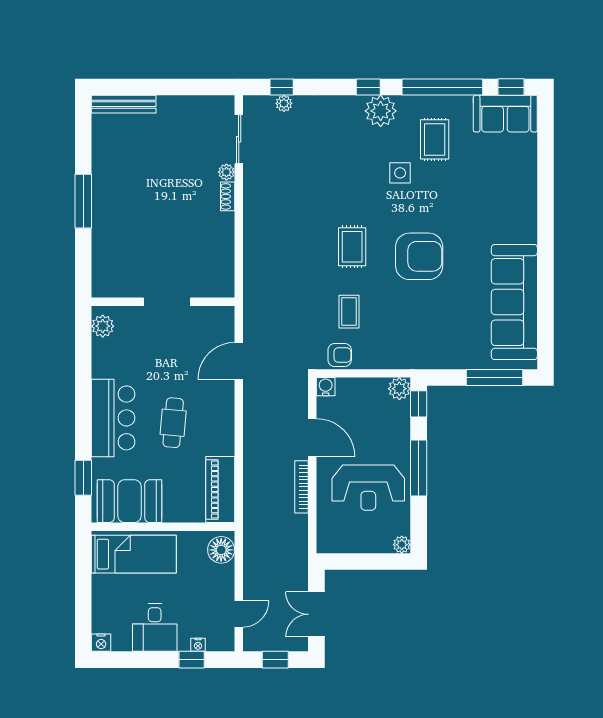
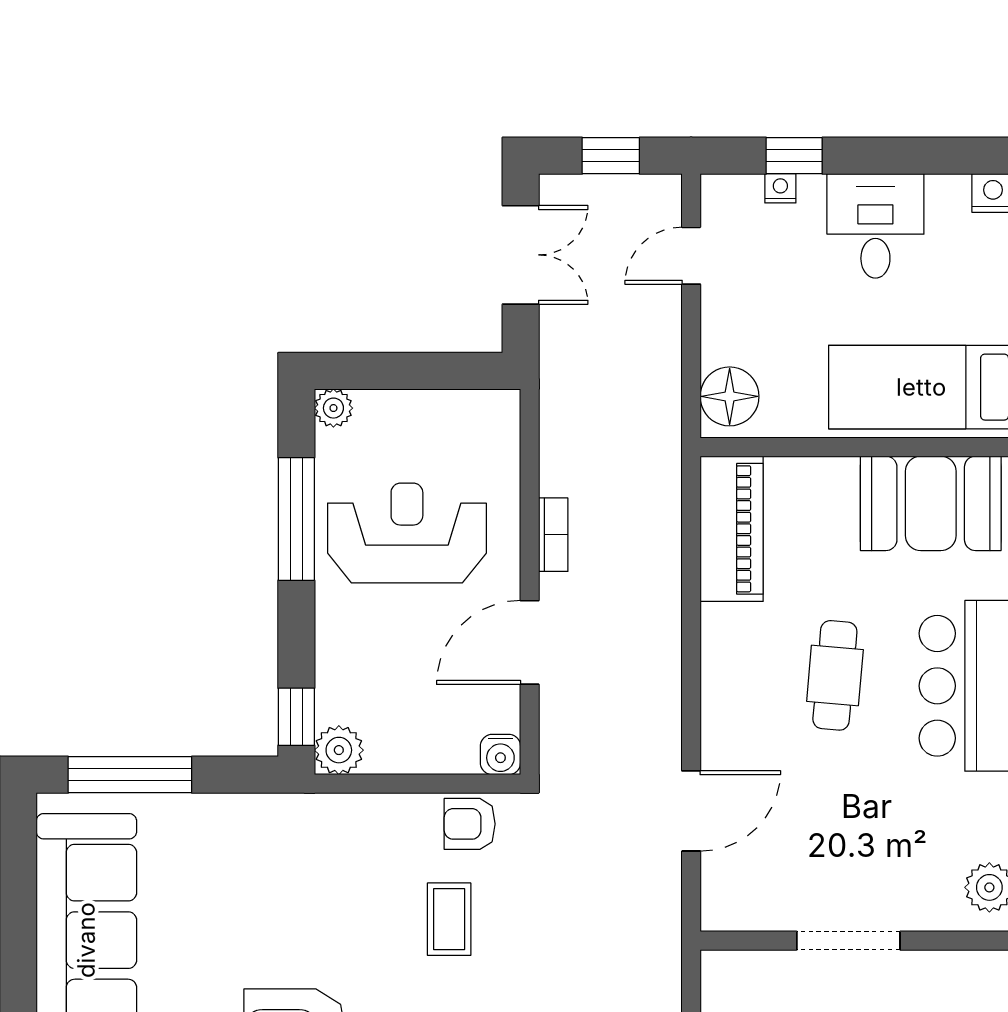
door: (312, 438) -> (530, 642), hinge flipped
window: (419, 468) -> (296, 519), moved
bookcase: (302, 487) -> (553, 535), width x0.64

